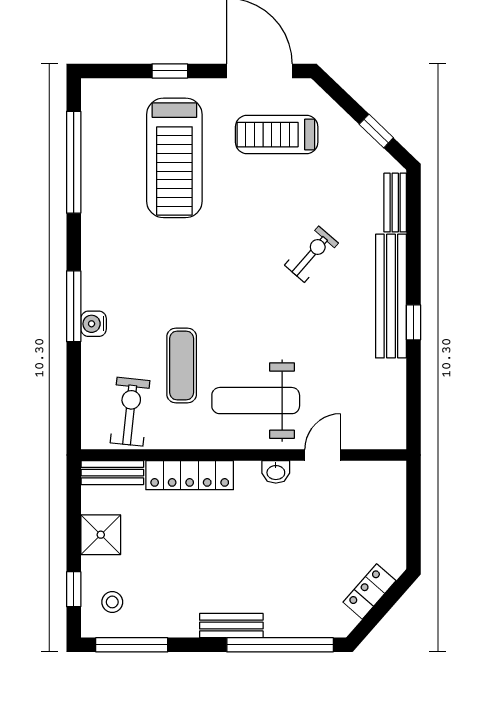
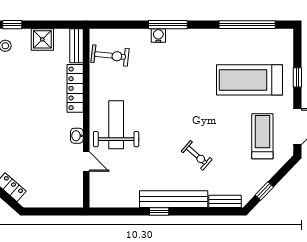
exercise mat: (182, 365) -> (135, 84), removed

